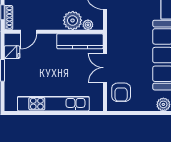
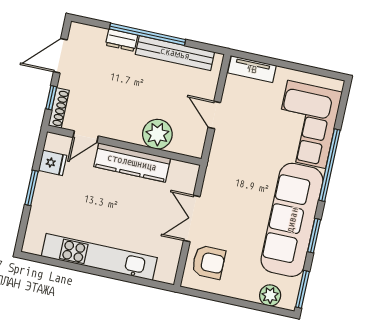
plant: (88, 25) -> (180, 146), removed
kitchen counter: (80, 41) -> (132, 162), moved
armchair: (121, 92) -> (208, 262), turned -90

